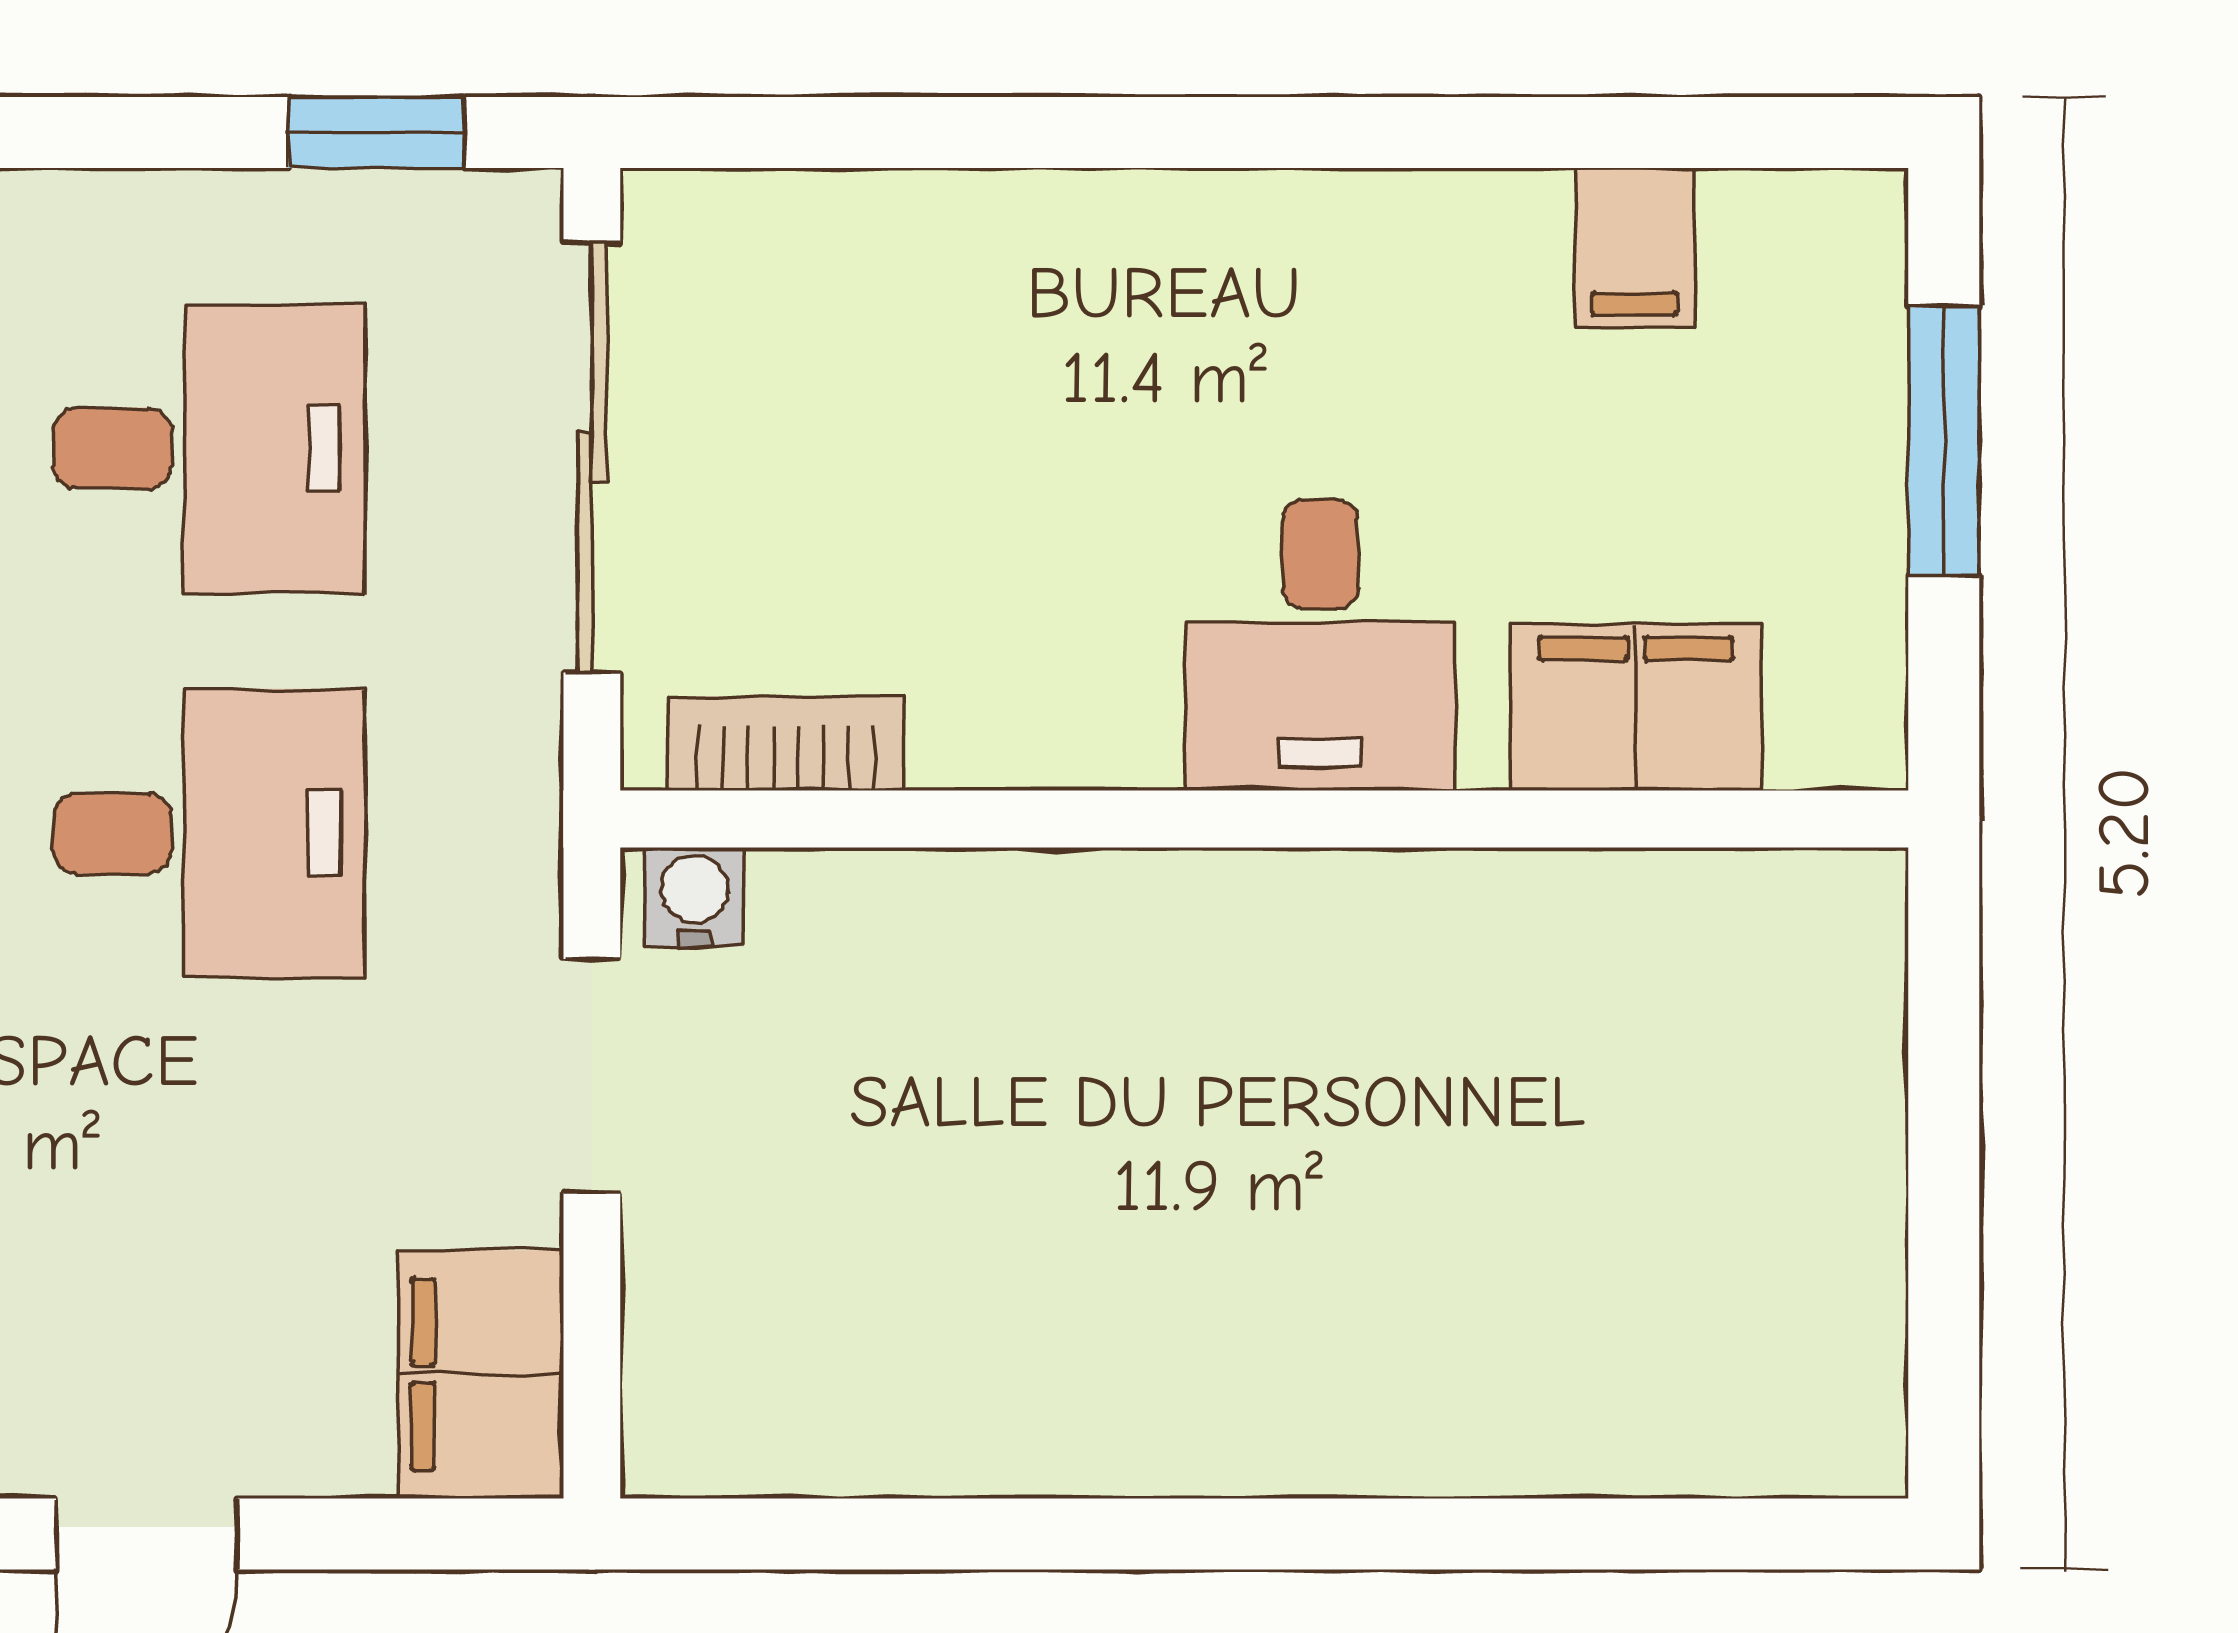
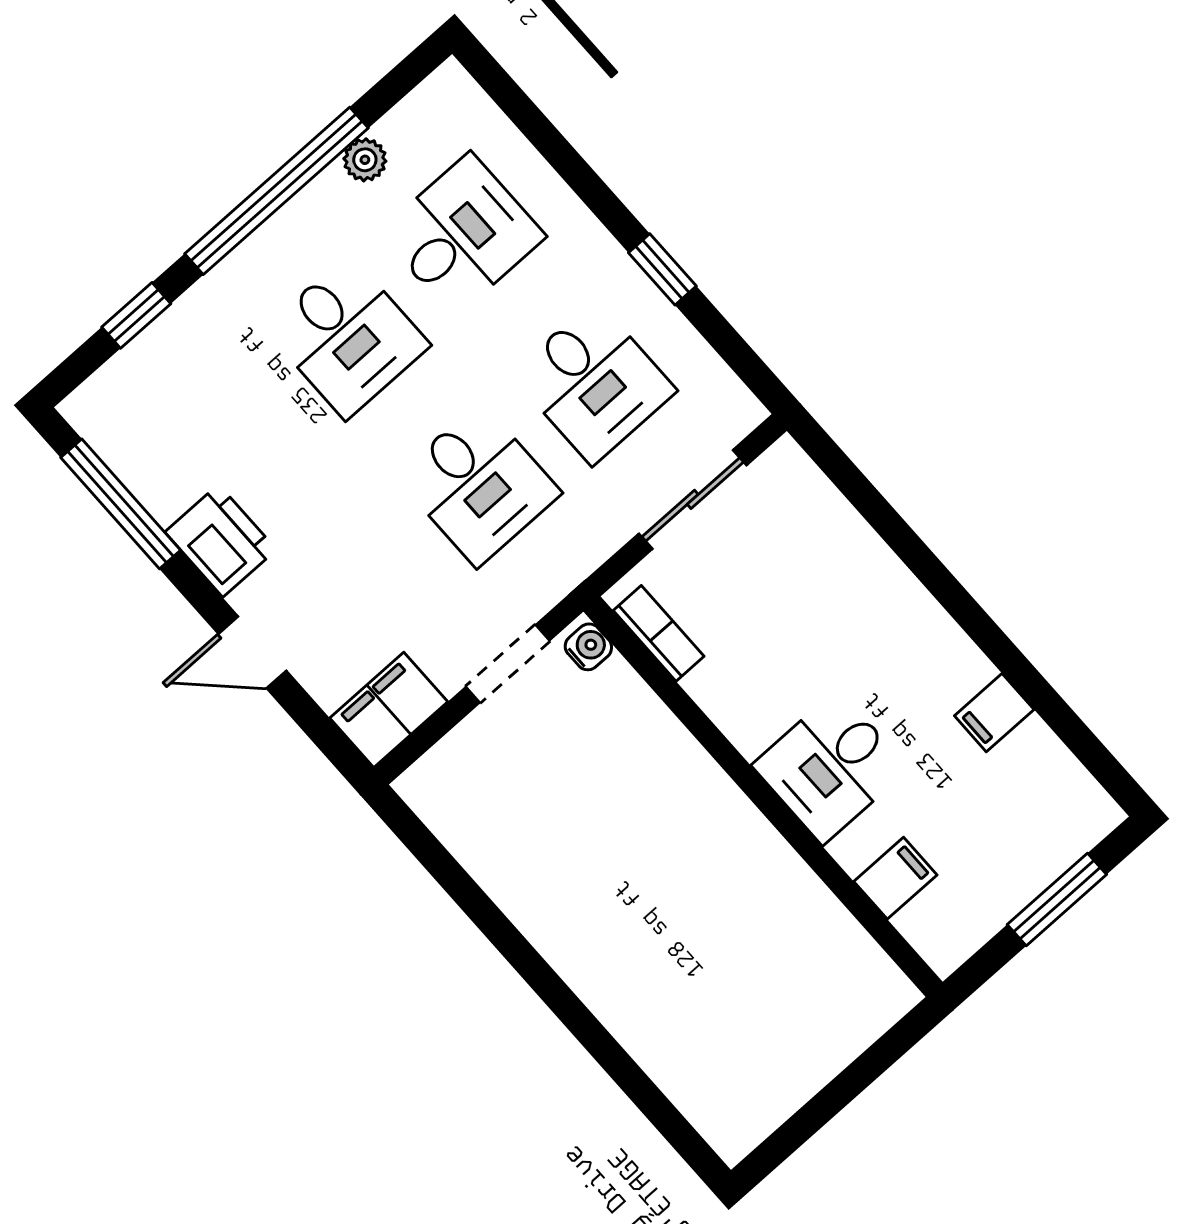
window: (376, 132) -> (662, 269), moved
filing cabinet: (1635, 248) -> (994, 713), moved
sliding door: (592, 457) -> (693, 499), width x0.73
filing cabinet: (1636, 707) -> (895, 878), width x0.50

